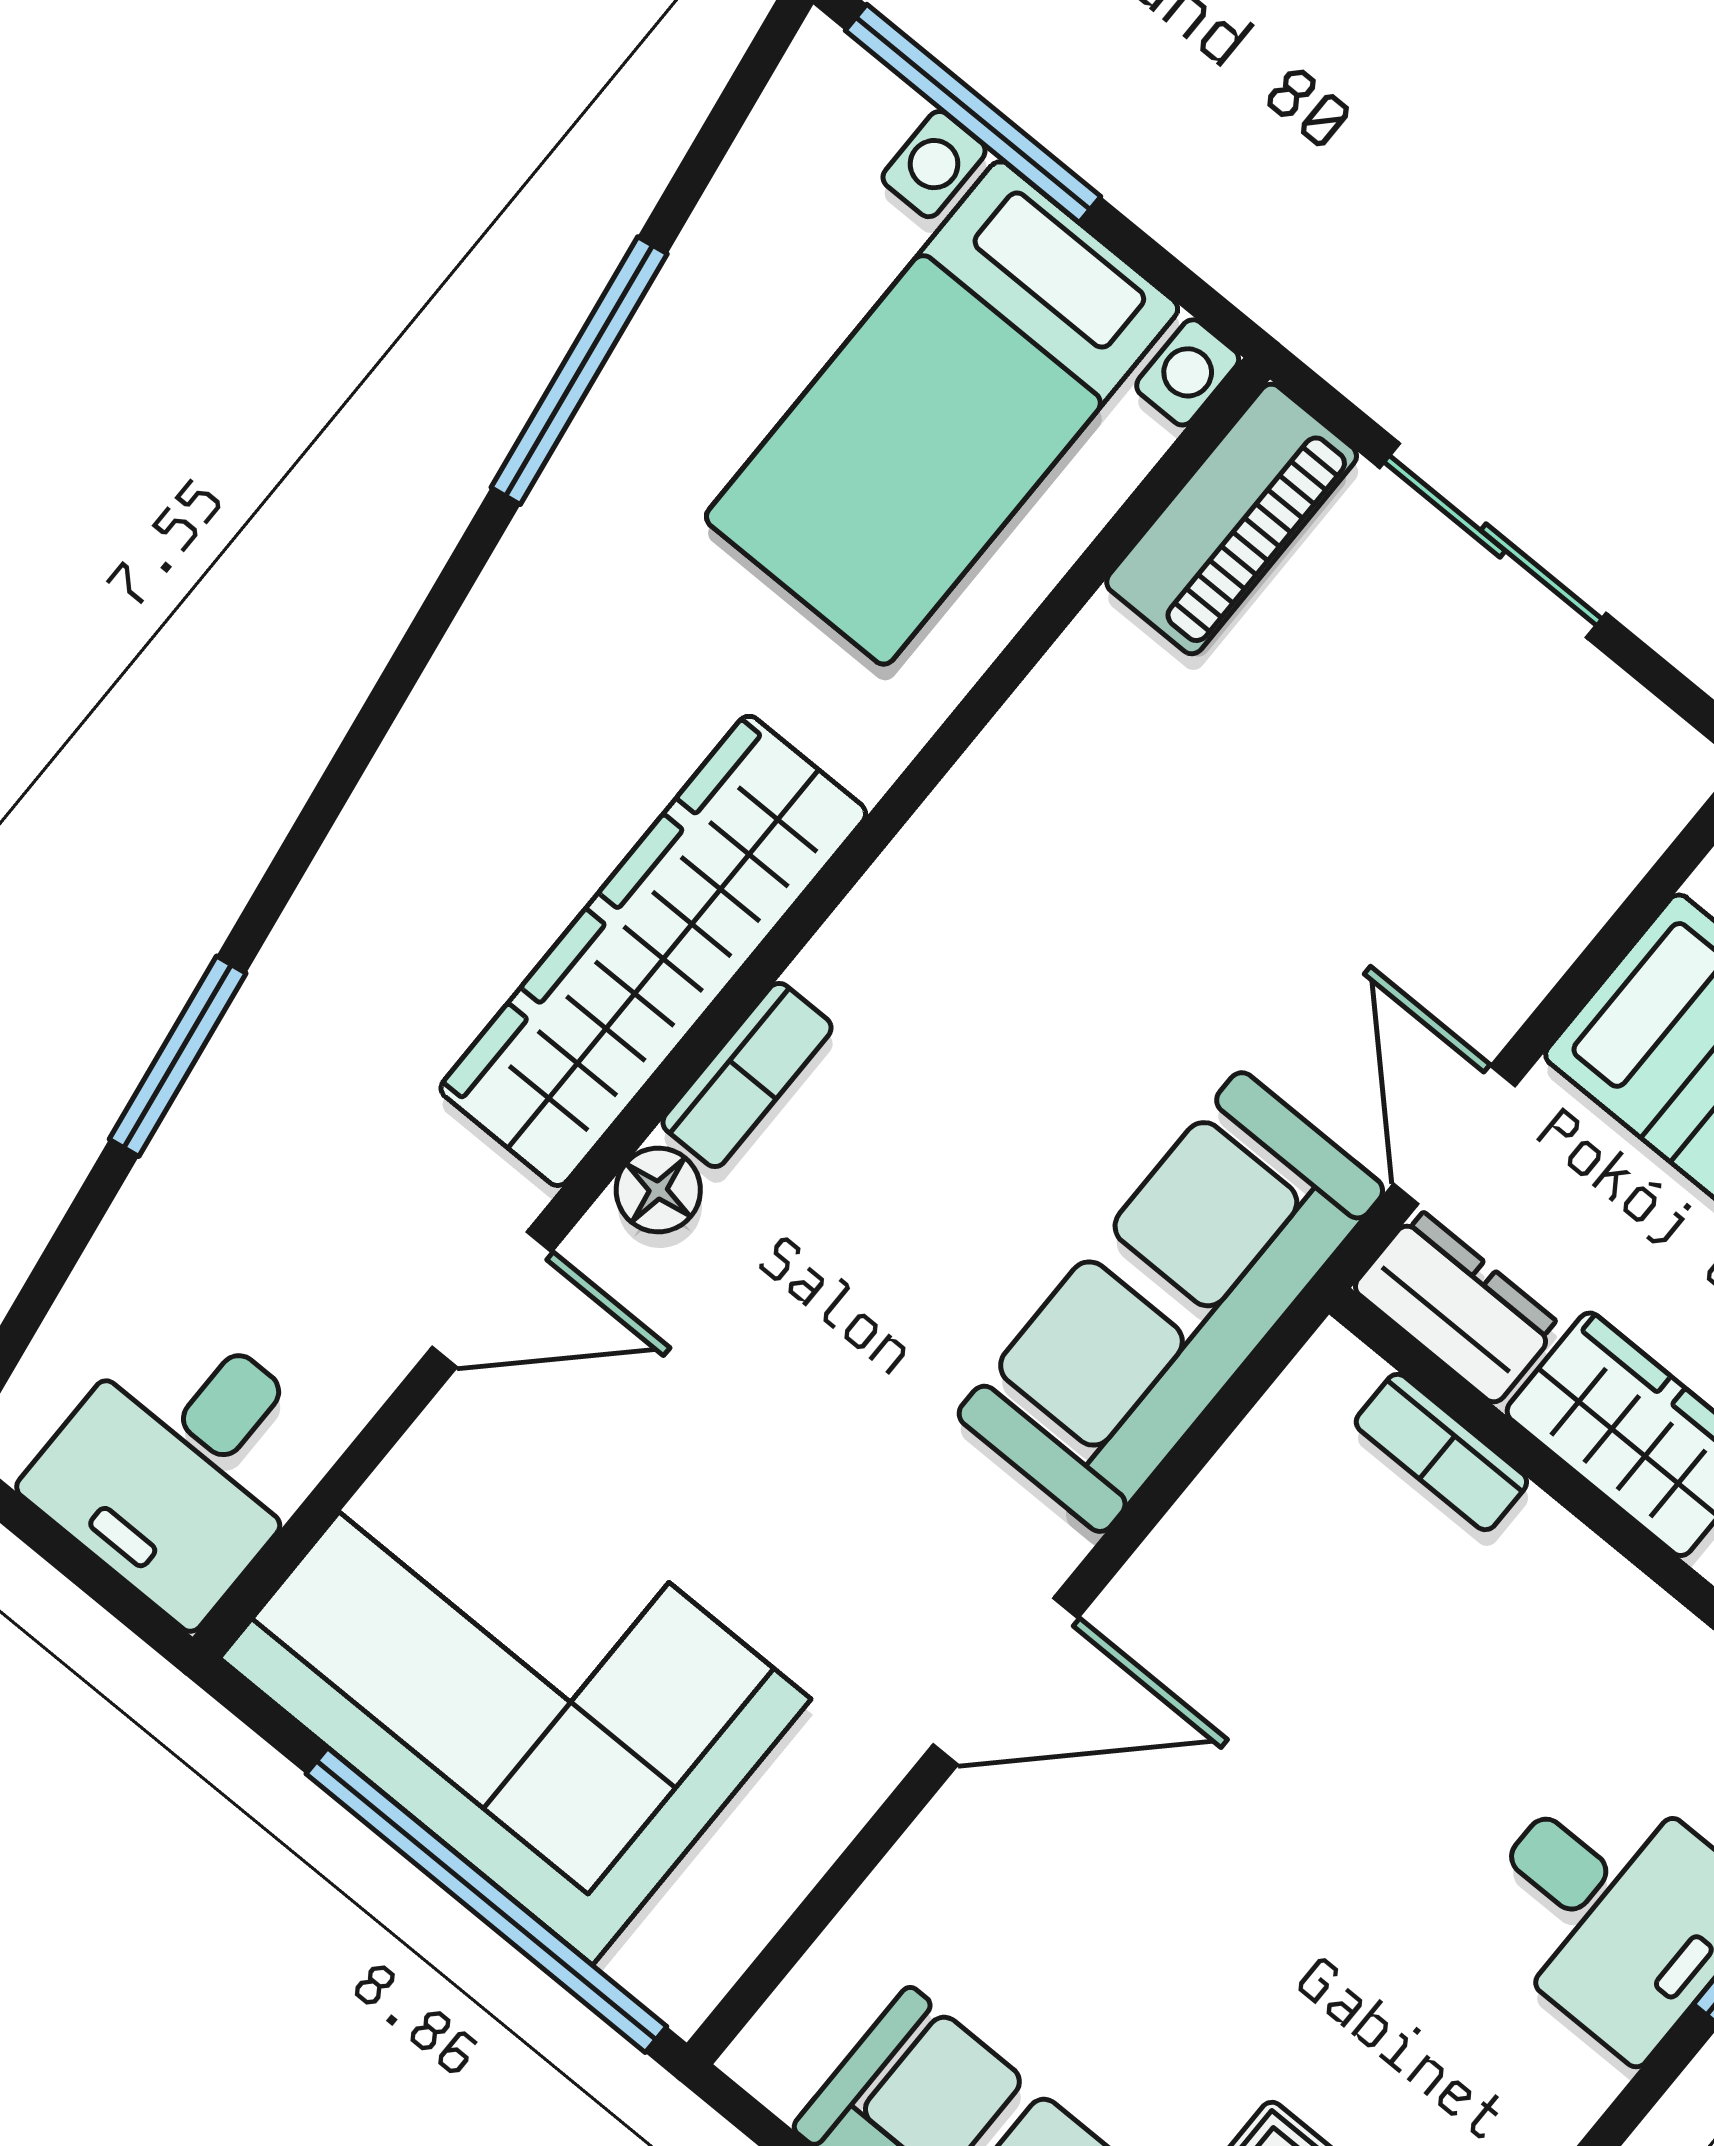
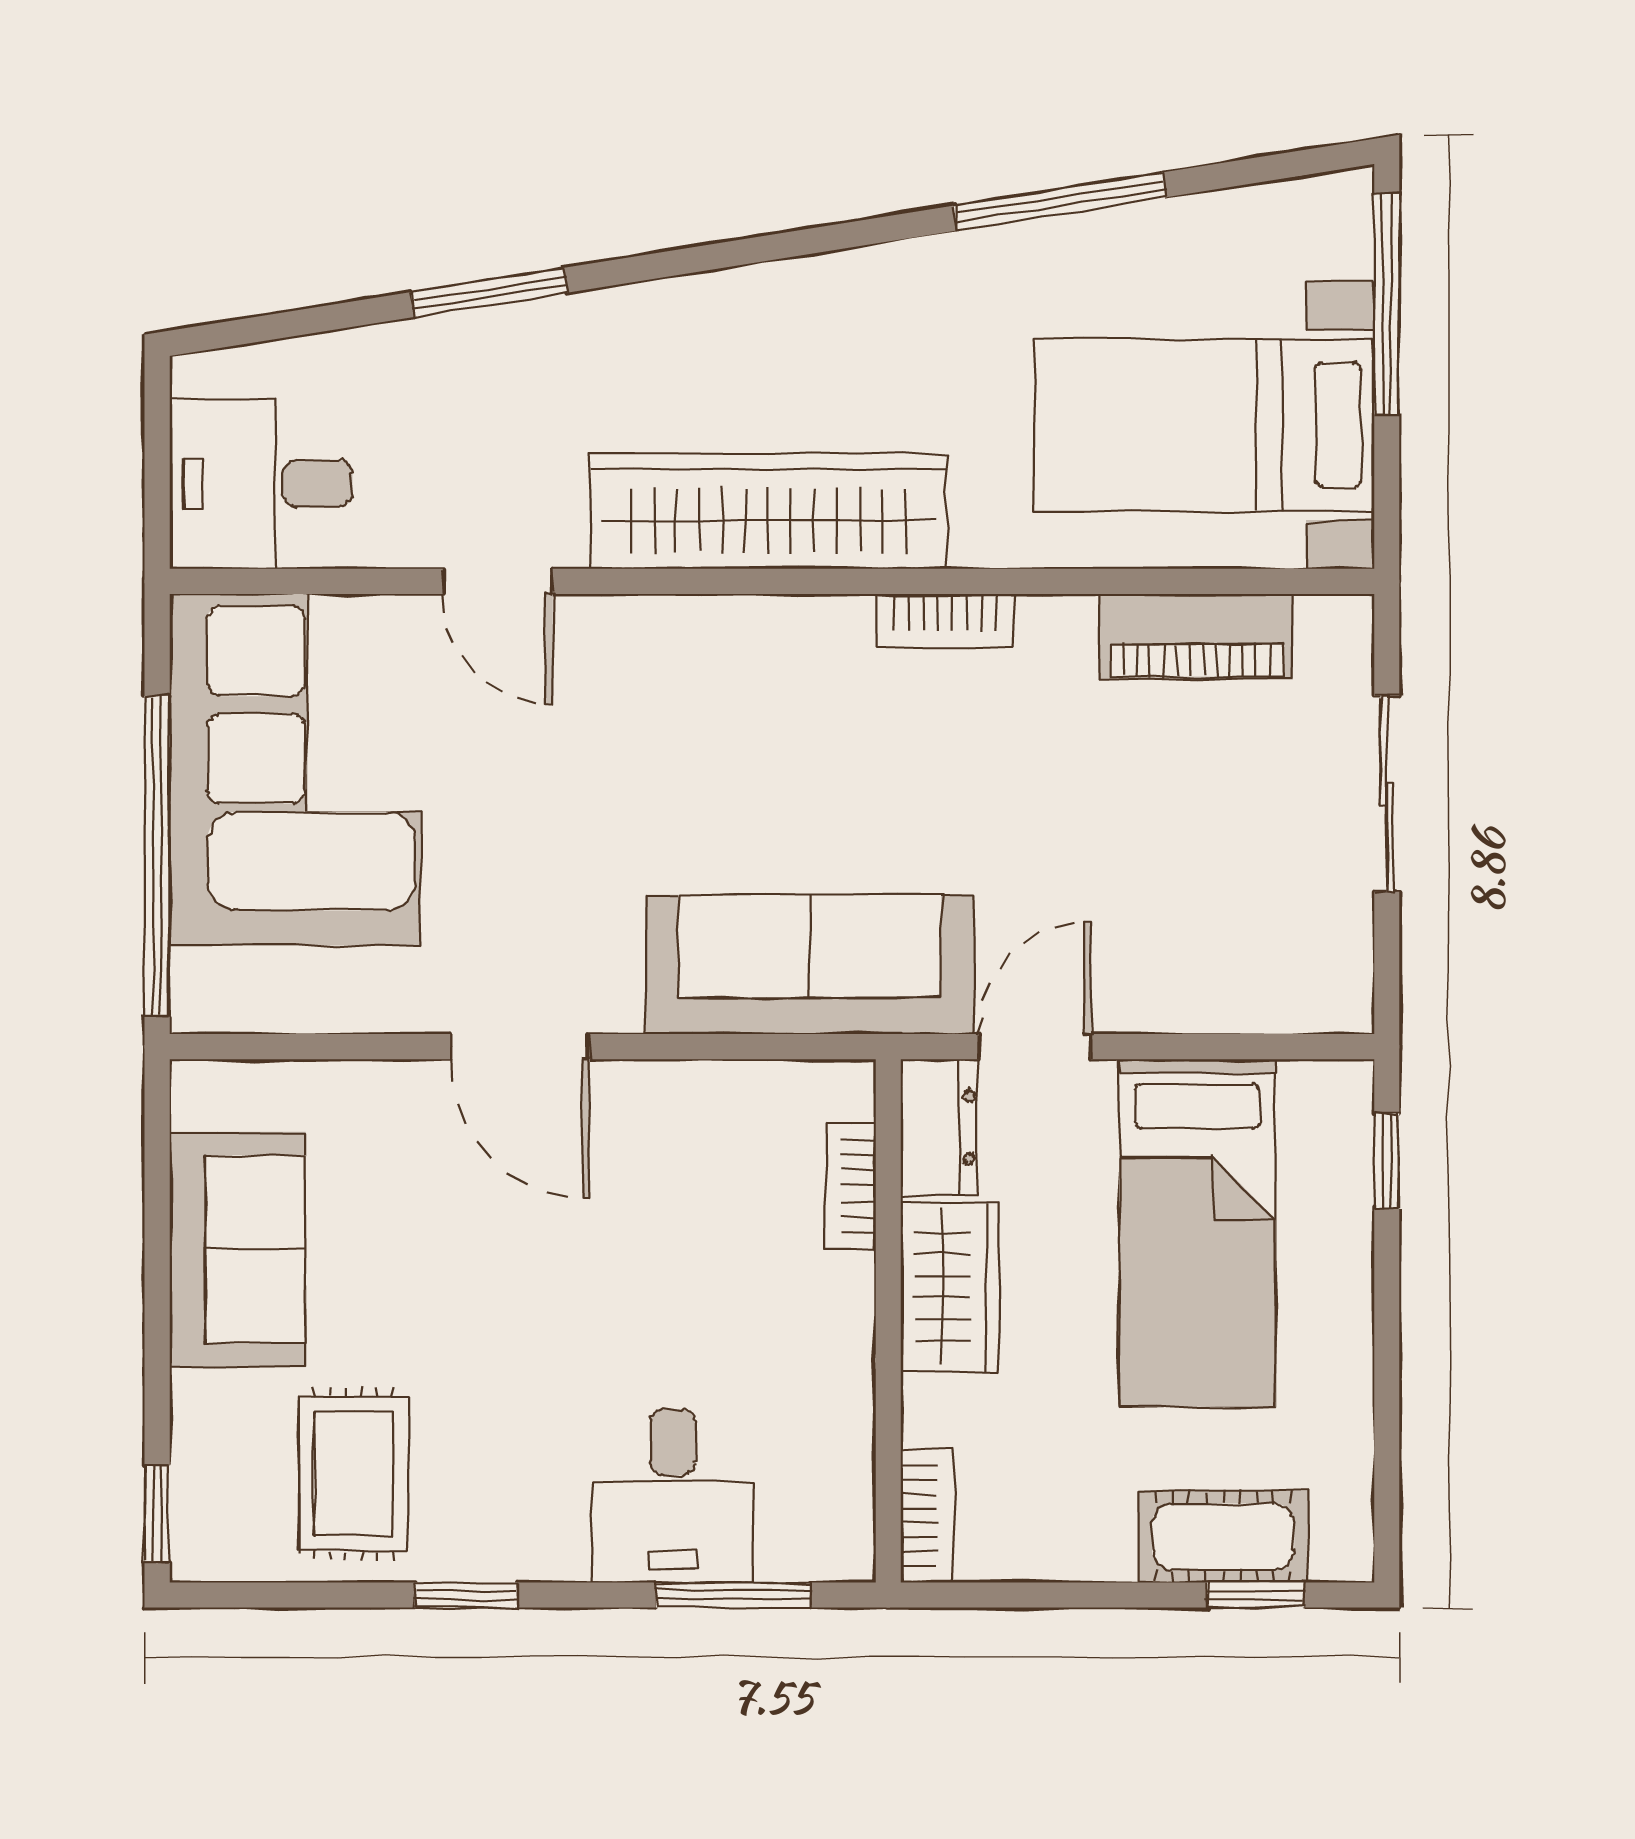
piano: (1232, 519) -> (1196, 637), moved
bookcase: (747, 1075) -> (945, 621), moved
floor lamp: (658, 1190) -> (636, 624), removed

